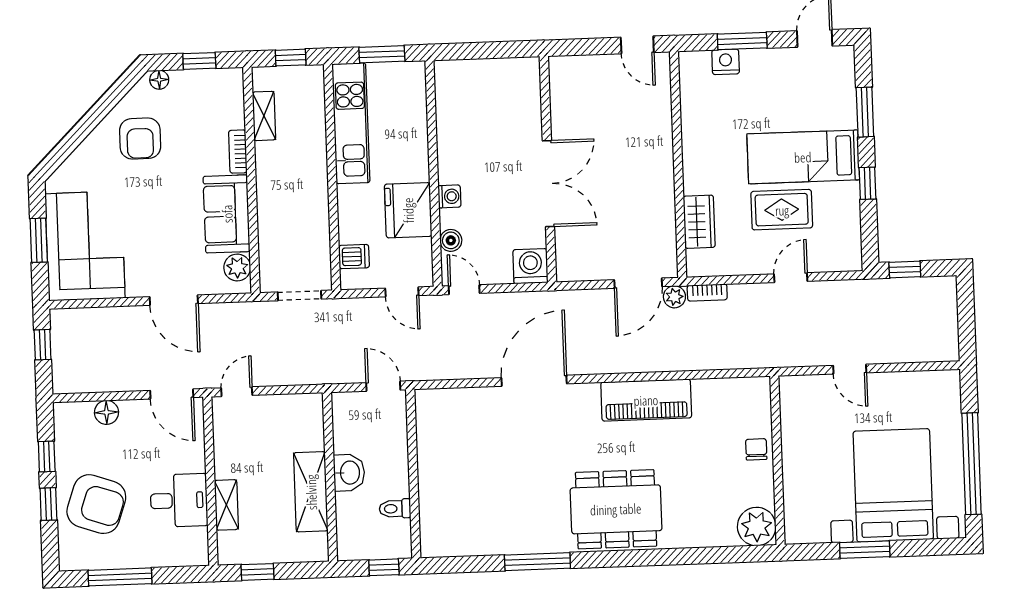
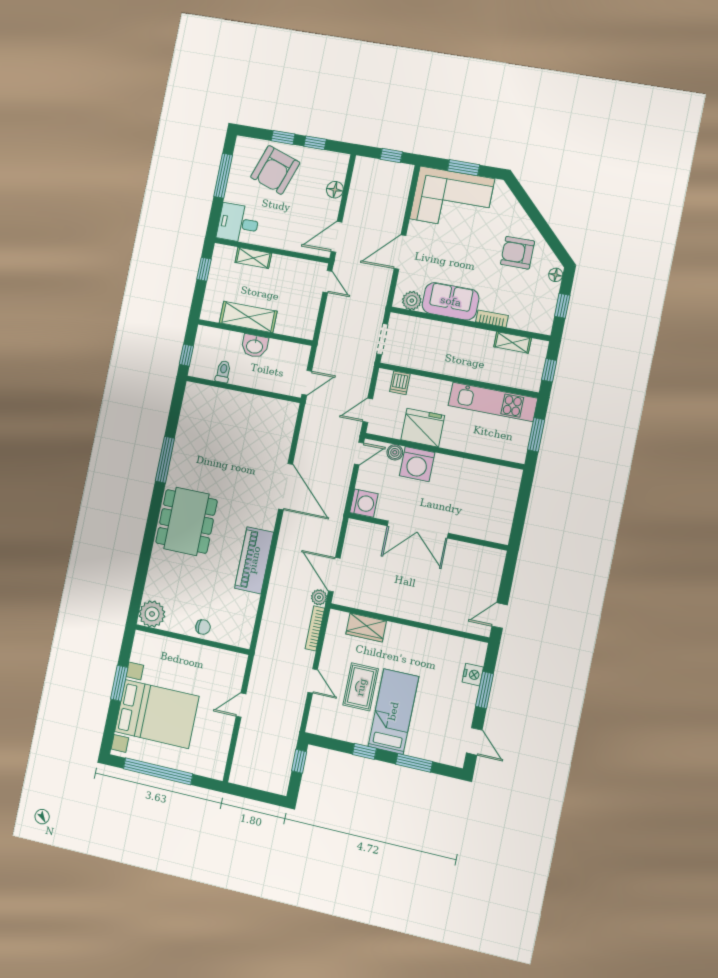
washing machine: (449, 196) -> (417, 464), width x1.89, depth x1.89
bookcase: (707, 292) -> (315, 628), width x1.56
desk: (179, 500) -> (238, 223), moved, turned 90

